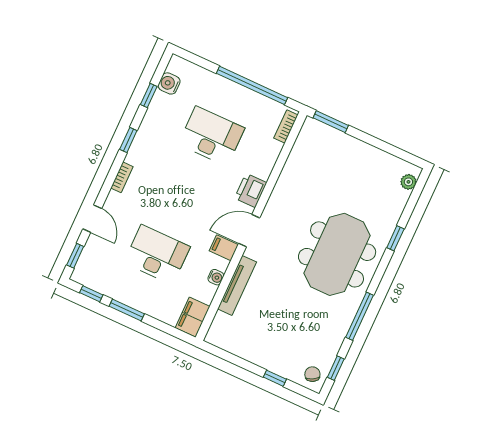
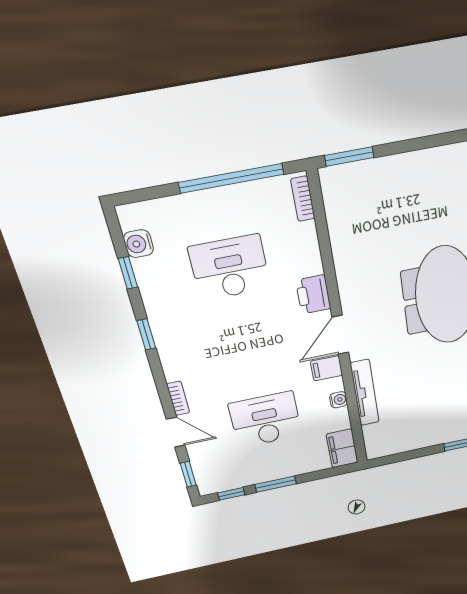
bookcase: (122, 177) -> (178, 398), moved

